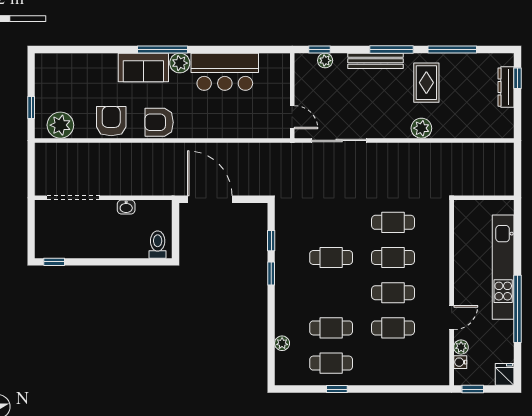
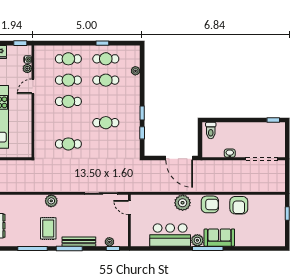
plant: (60, 125) -> (183, 203), moved
cafe table: (393, 258) -> (68, 59), moved

